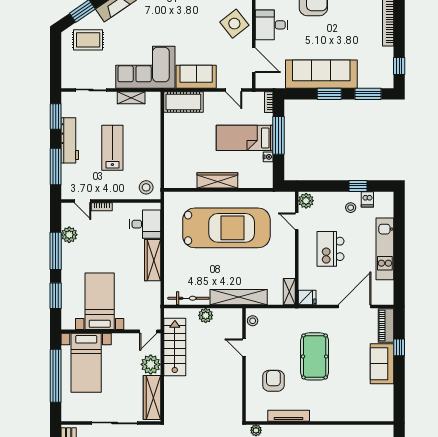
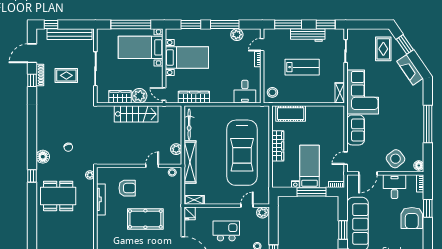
shelving: (131, 98) -> (340, 93), moved
cot: (183, 102) -> (291, 114), moved, turned 90
wardrobe: (153, 260) -> (194, 97), moved
plant: (206, 315) -> (176, 149), moved
stairs: (175, 347) -> (136, 114), moved
wardrobe: (152, 398) -> (120, 97), width x0.67

